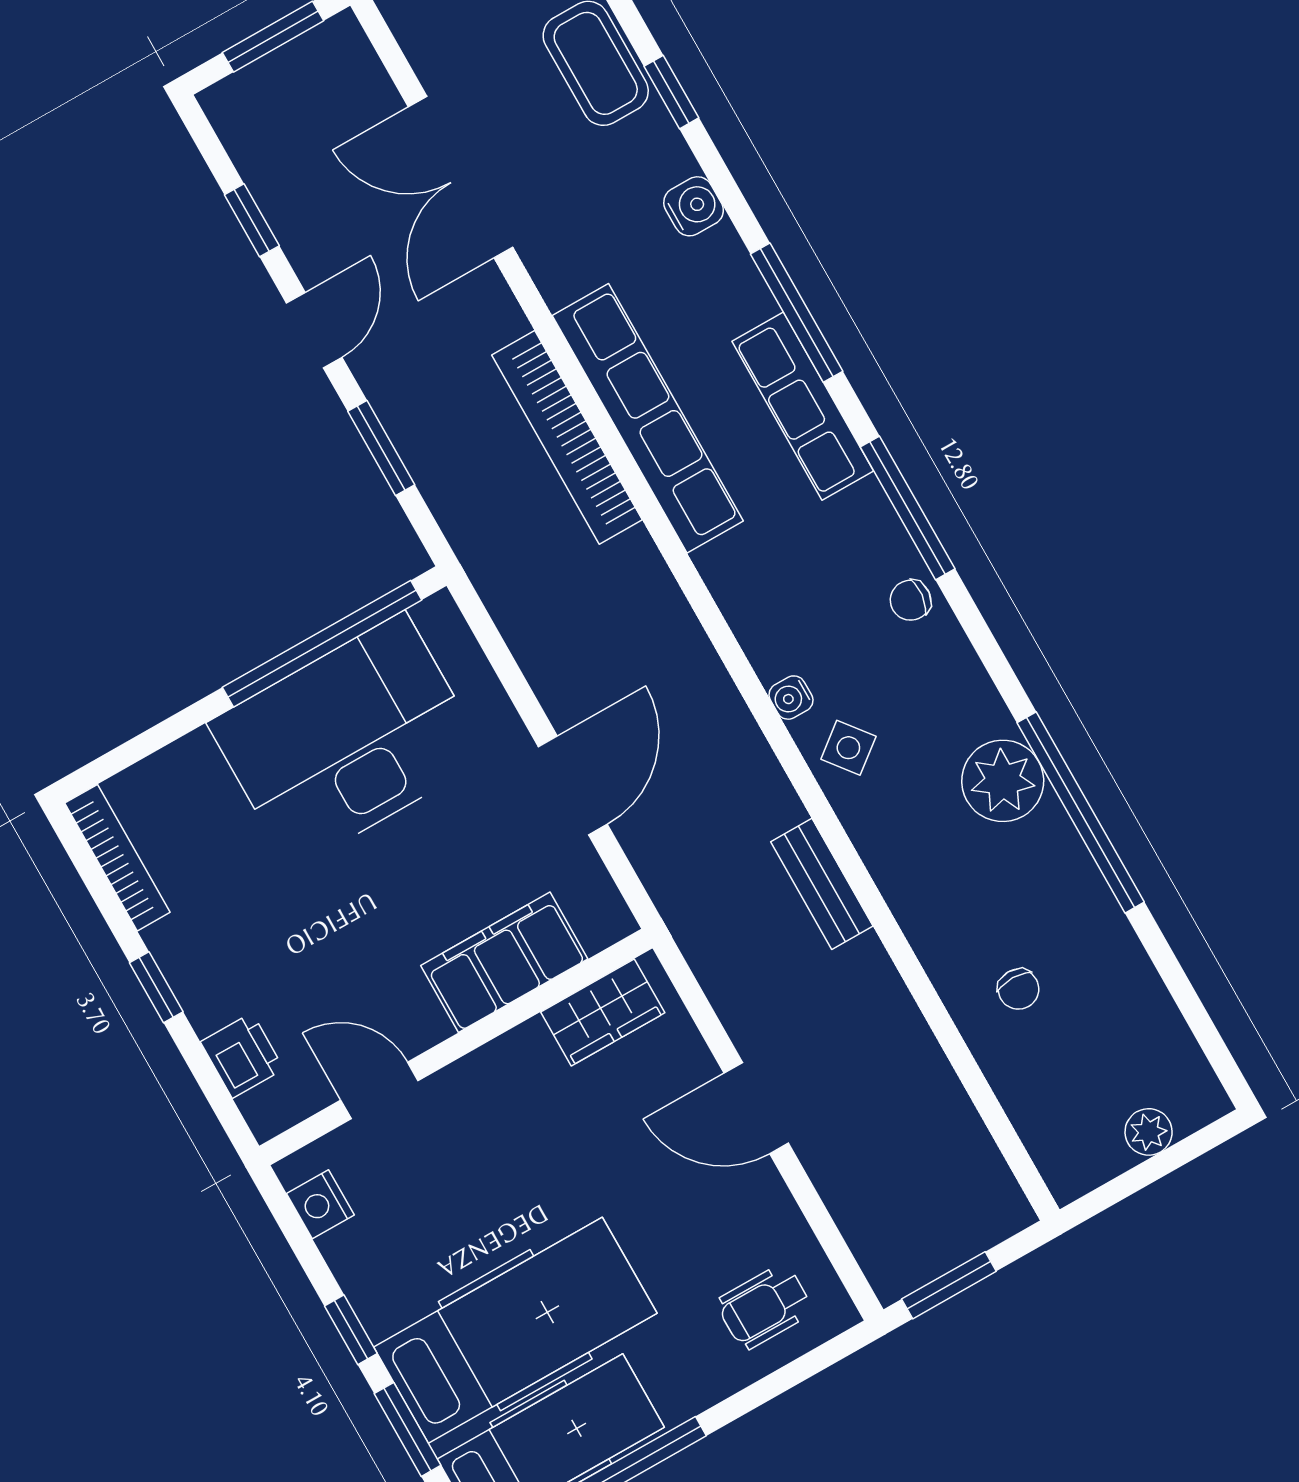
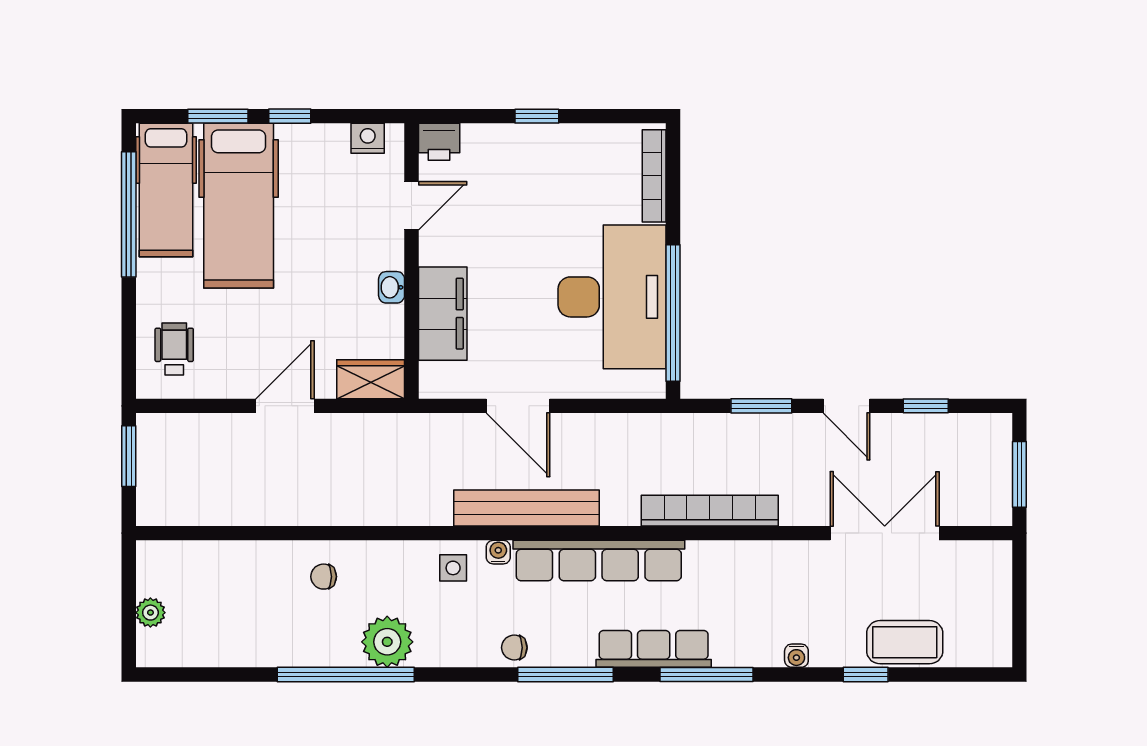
water cooler: (694, 206) -> (796, 656), width x0.72, depth x0.72
row of seats: (648, 418) -> (599, 561), moved
chair: (911, 600) -> (514, 648), turned -96
side table: (848, 748) -> (453, 568), turned 38
bookcase: (117, 858) -> (654, 176), moved, turned 90
bench: (822, 884) -> (527, 508), moved, width x1.86, depth x1.21
chair: (1018, 989) -> (324, 577), moved
wardrobe: (603, 1012) -> (371, 379), moved, turned 90
washbasin: (508, 1054) -> (392, 287), added
printer: (242, 1055) -> (439, 142), moved

